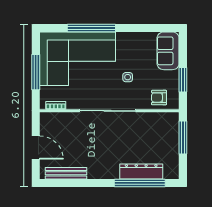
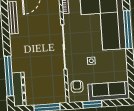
sofa: (168, 51) -> (109, 91), width x1.36
dresser: (141, 171) -> (19, 89), moved

